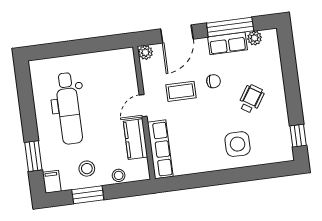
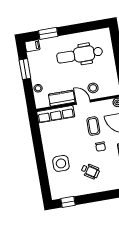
stool: (87, 169) -> (93, 88), moved

